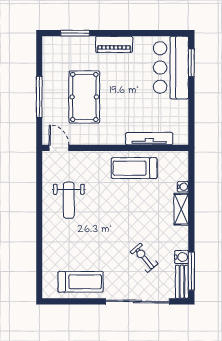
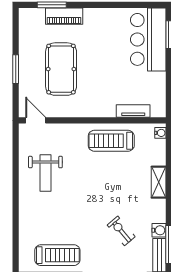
piano: (114, 44) -> (64, 16), moved
window: (39, 97) -> (16, 69), width x0.69
tv unit: (149, 139) -> (133, 111), width x0.71
water cooler: (183, 187) -> (160, 133), moved

